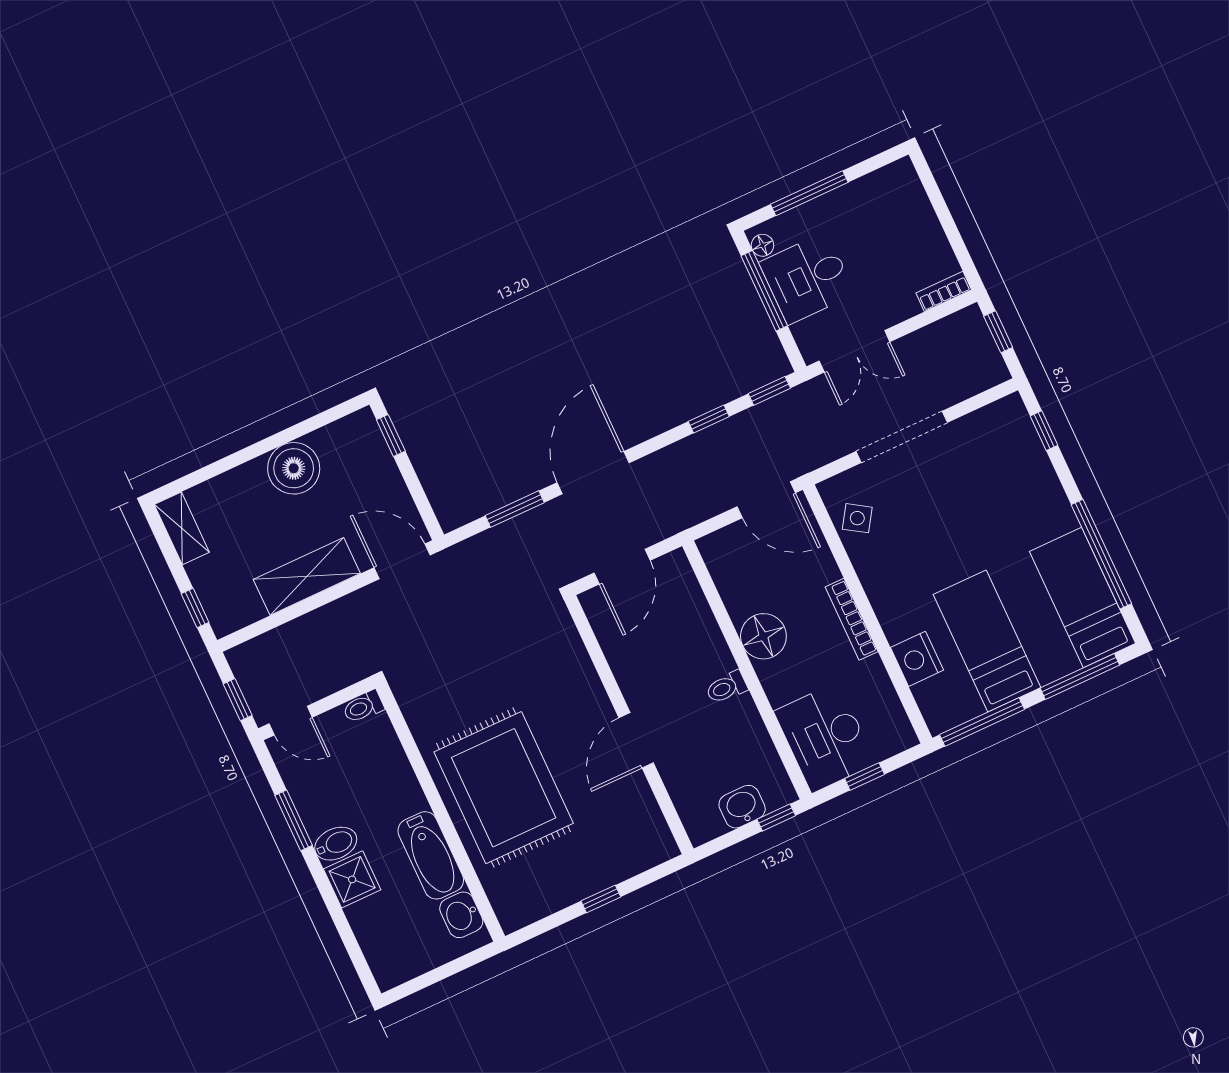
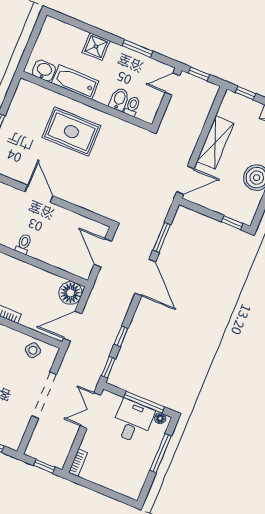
floor lamp: (763, 636) -> (70, 293), moved
toilet: (363, 707) -> (132, 106), moved
rug: (504, 788) -> (71, 132), width x0.73, depth x0.69
bidet: (336, 844) -> (119, 99), moved, turned 180

